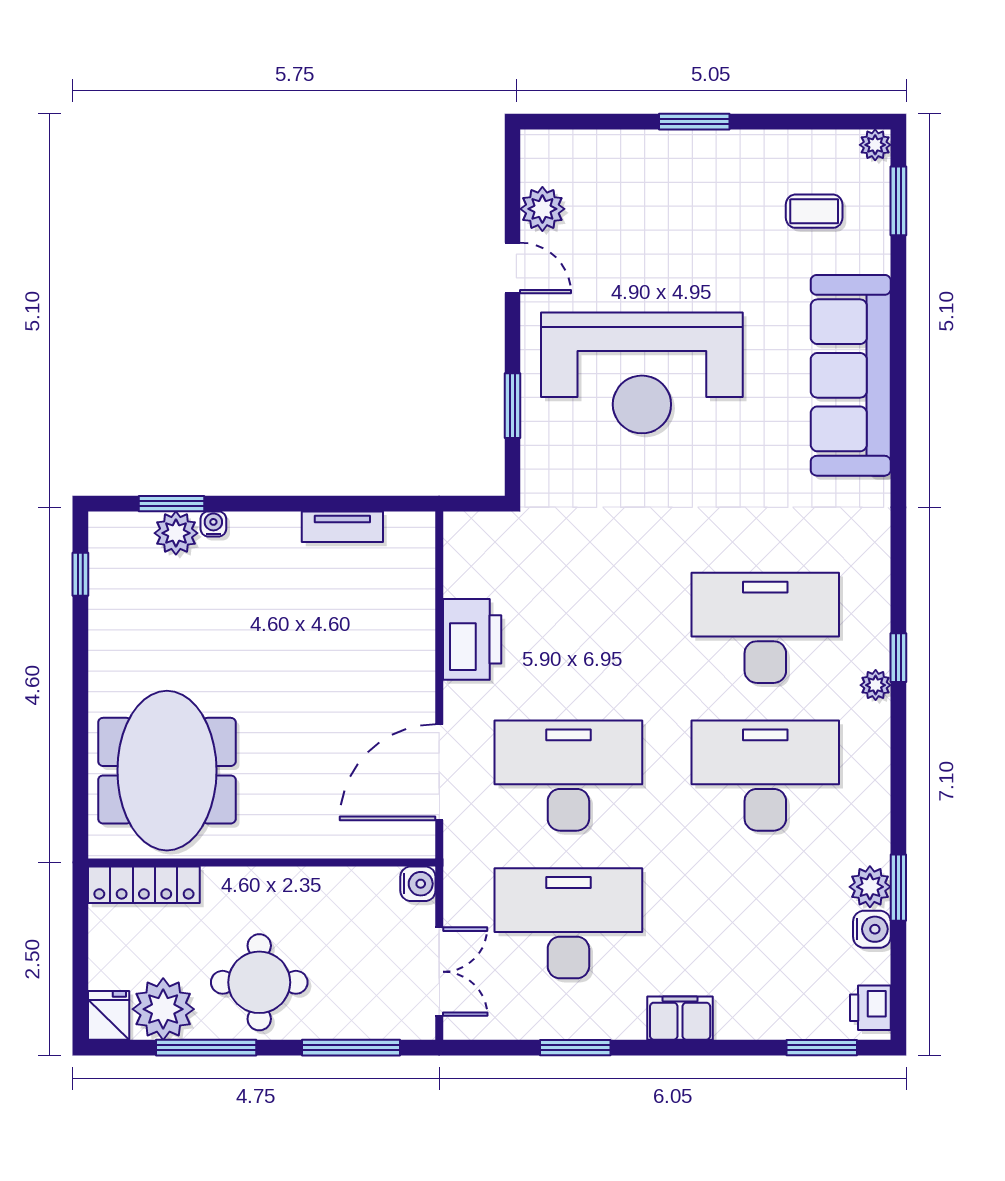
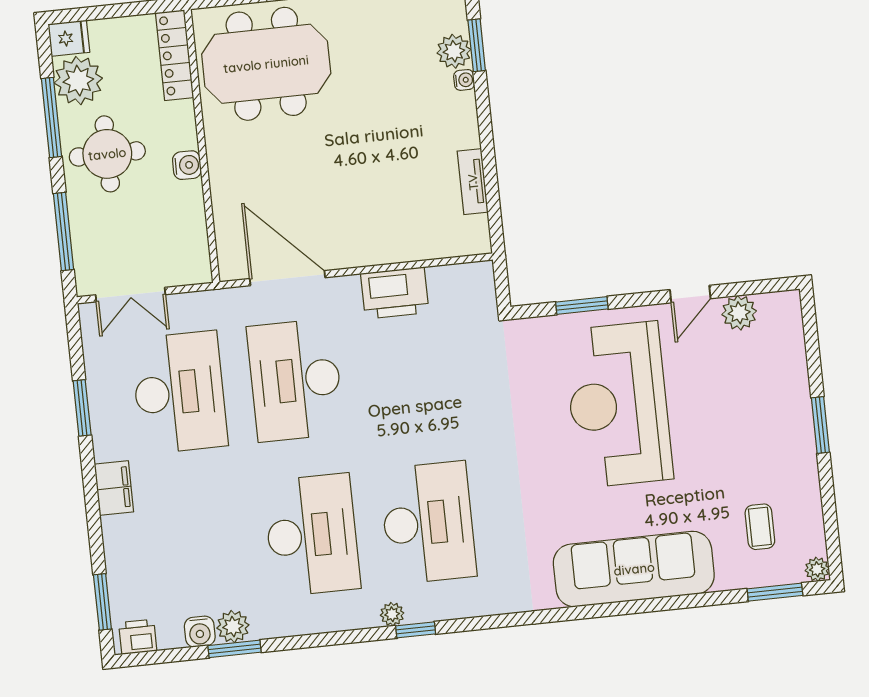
desk: (568, 776) -> (295, 380), turned 180
water cooler: (418, 884) -> (187, 165), moved, turned -90

